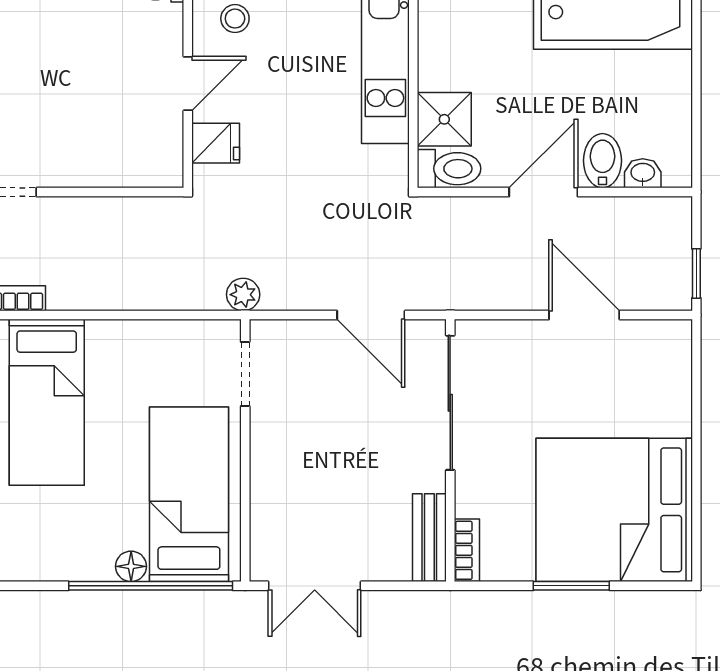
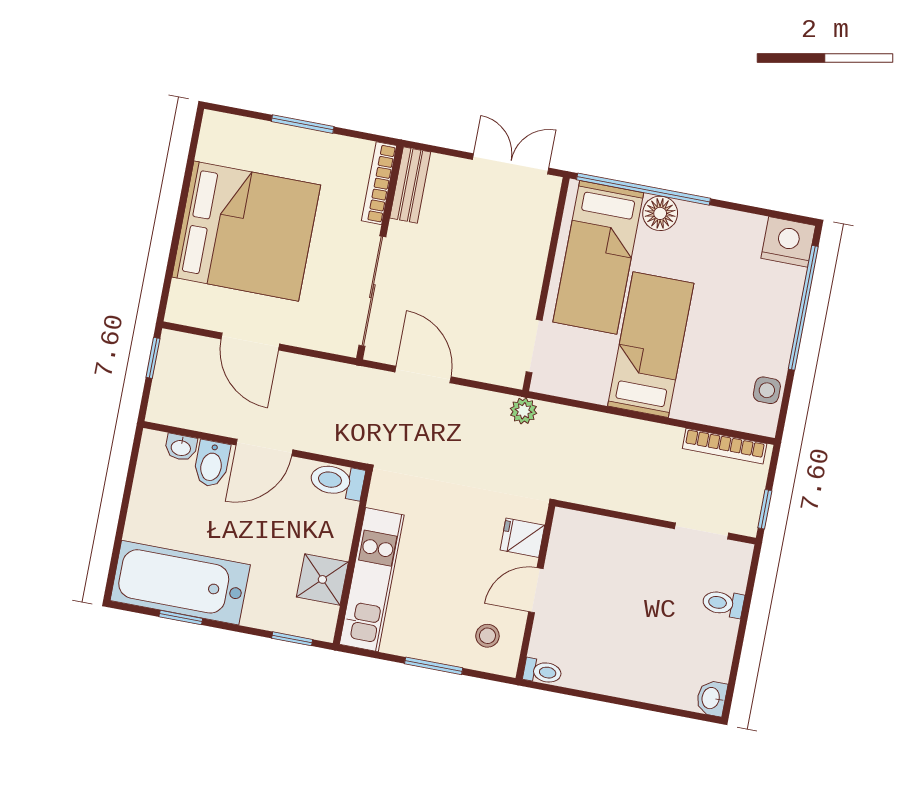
shower: (444, 119) -> (322, 579), moved
bed: (47, 402) -> (651, 345), moved
bed: (614, 510) -> (246, 231), moved
bookcase: (467, 550) -> (379, 183), width x1.56
floor lamp: (131, 566) -> (660, 213), width x1.37, depth x1.37

